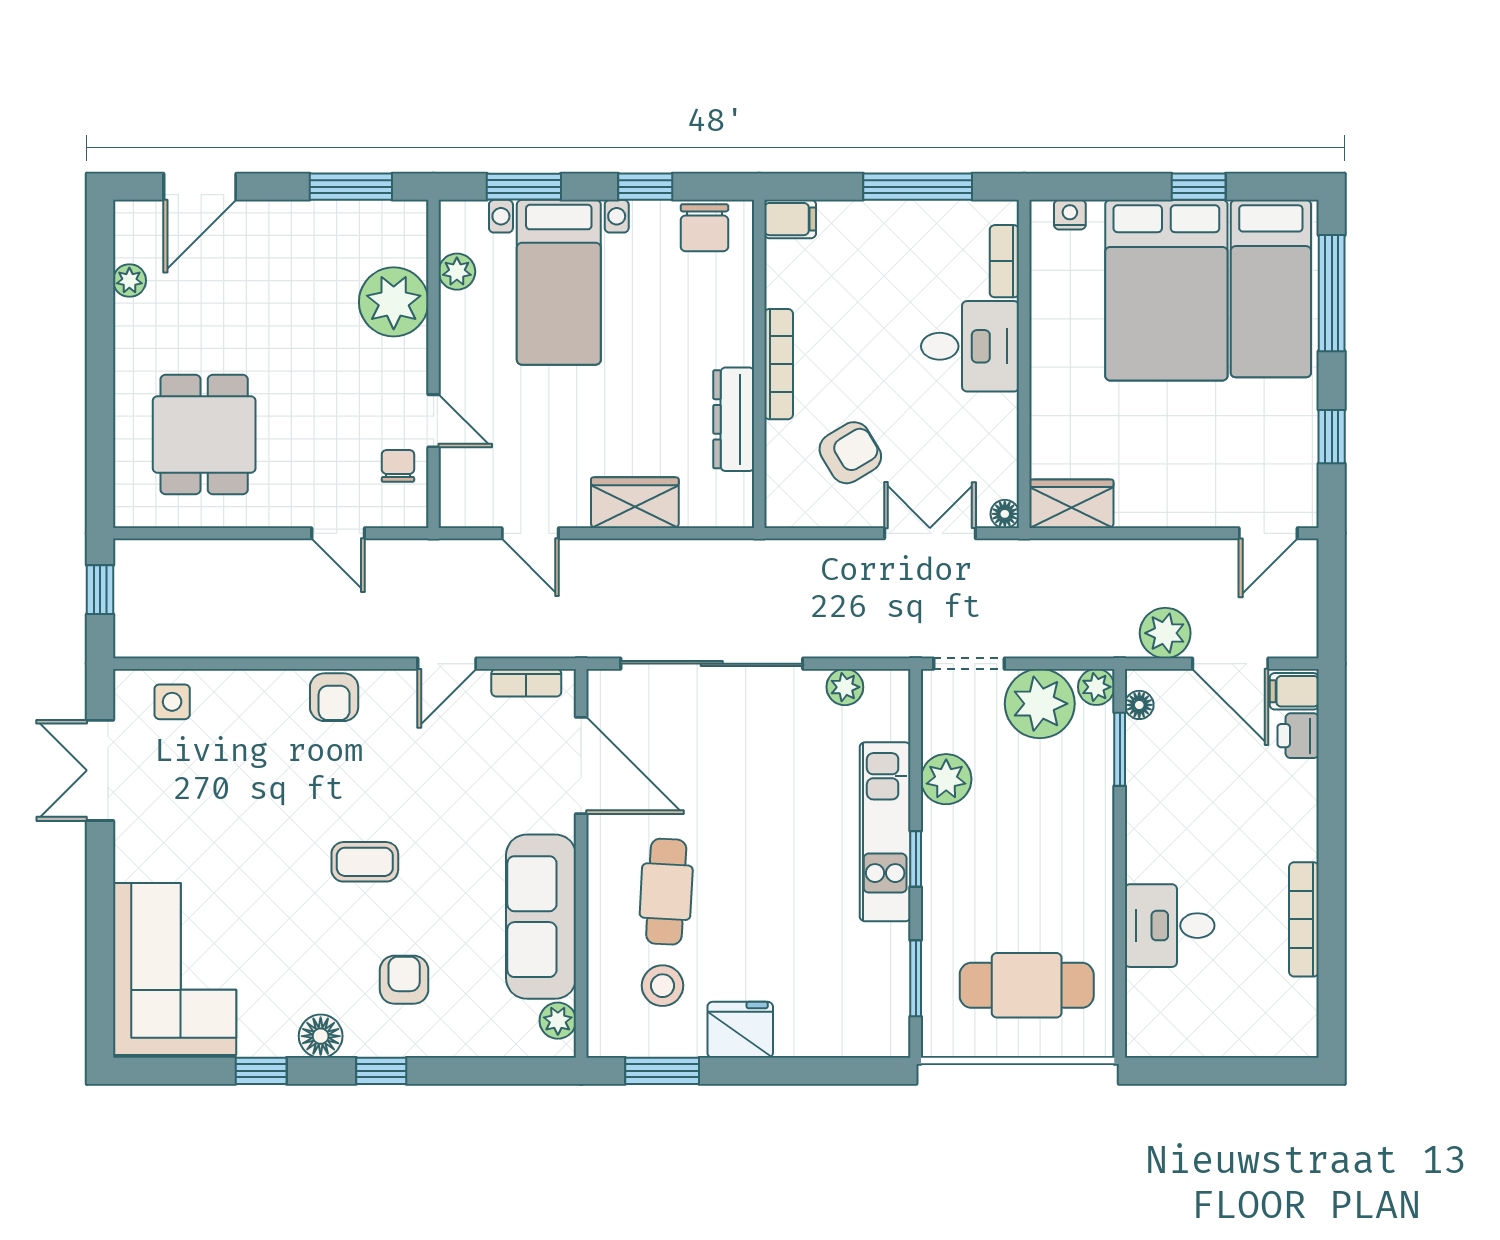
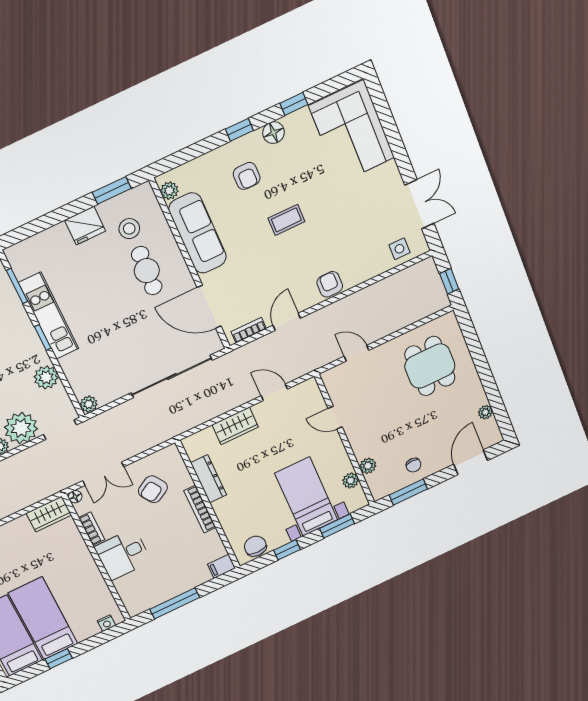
bookcase: (1004, 261) -> (92, 529), moved
bed: (1166, 290) -> (43, 618), width x0.67
plant: (394, 302) -> (368, 466), width x0.53, depth x0.53
chair: (398, 466) -> (414, 465), moved
plant: (845, 687) -> (89, 404), moved
kitchen unit: (885, 832) -> (49, 316), moved

